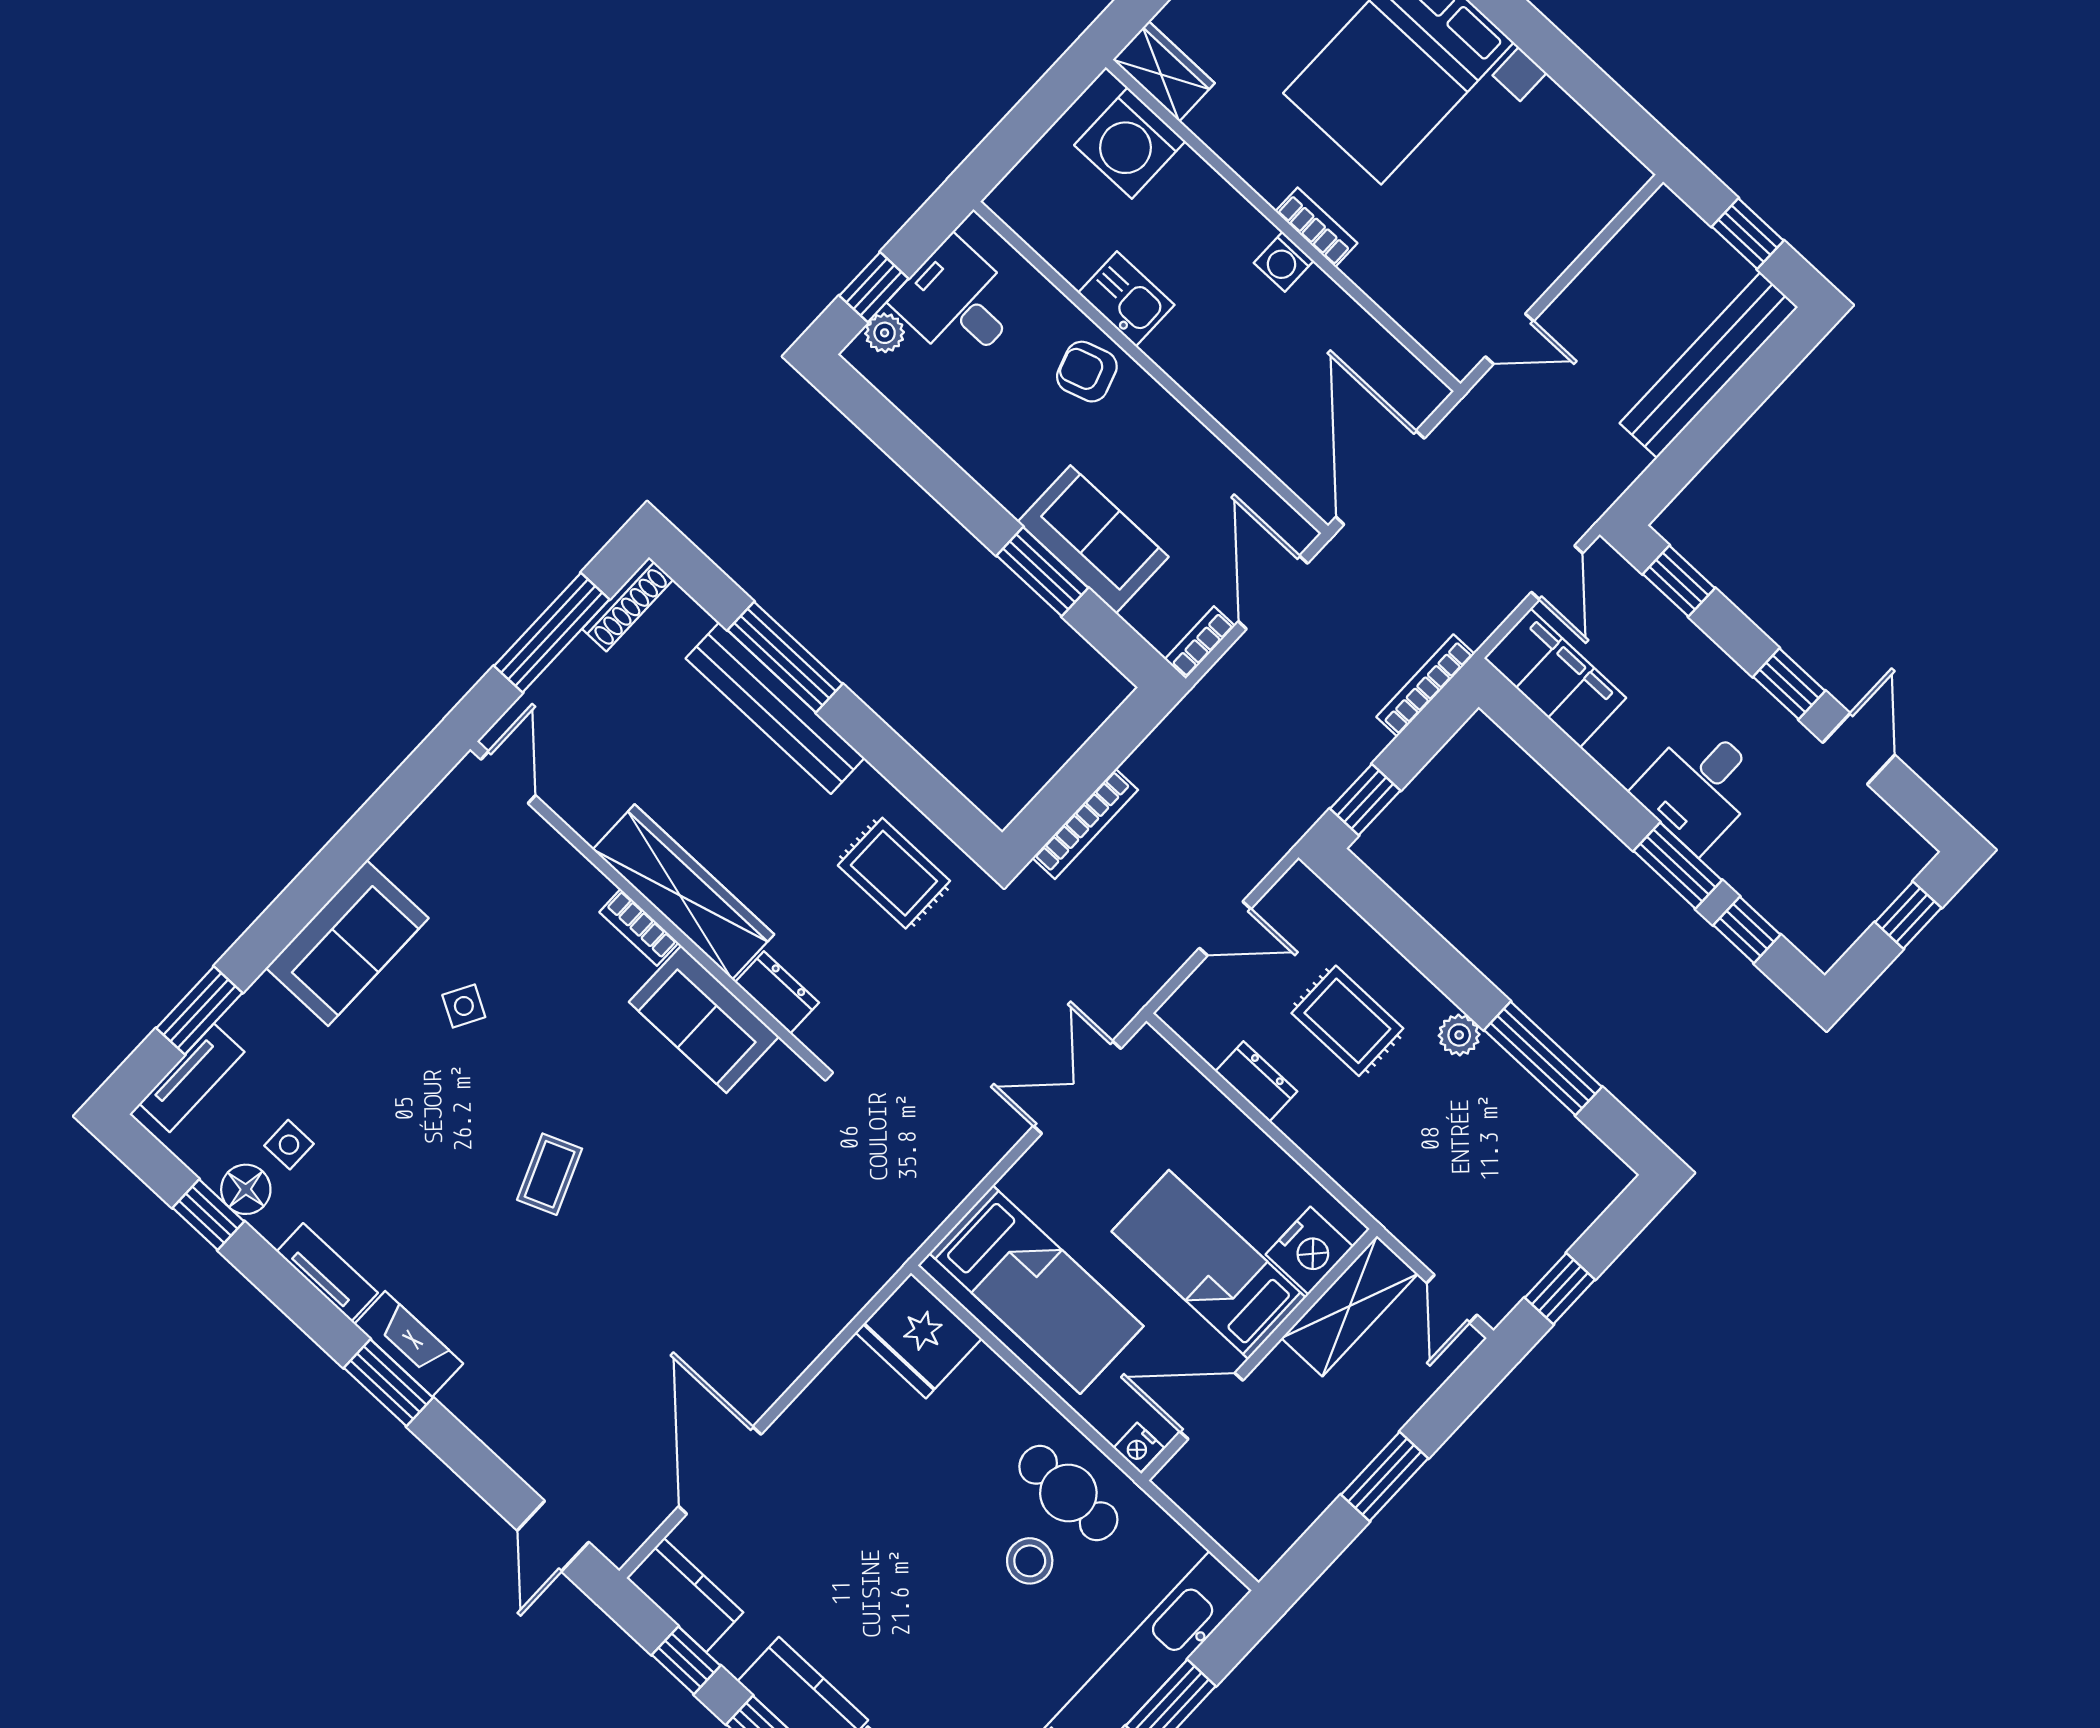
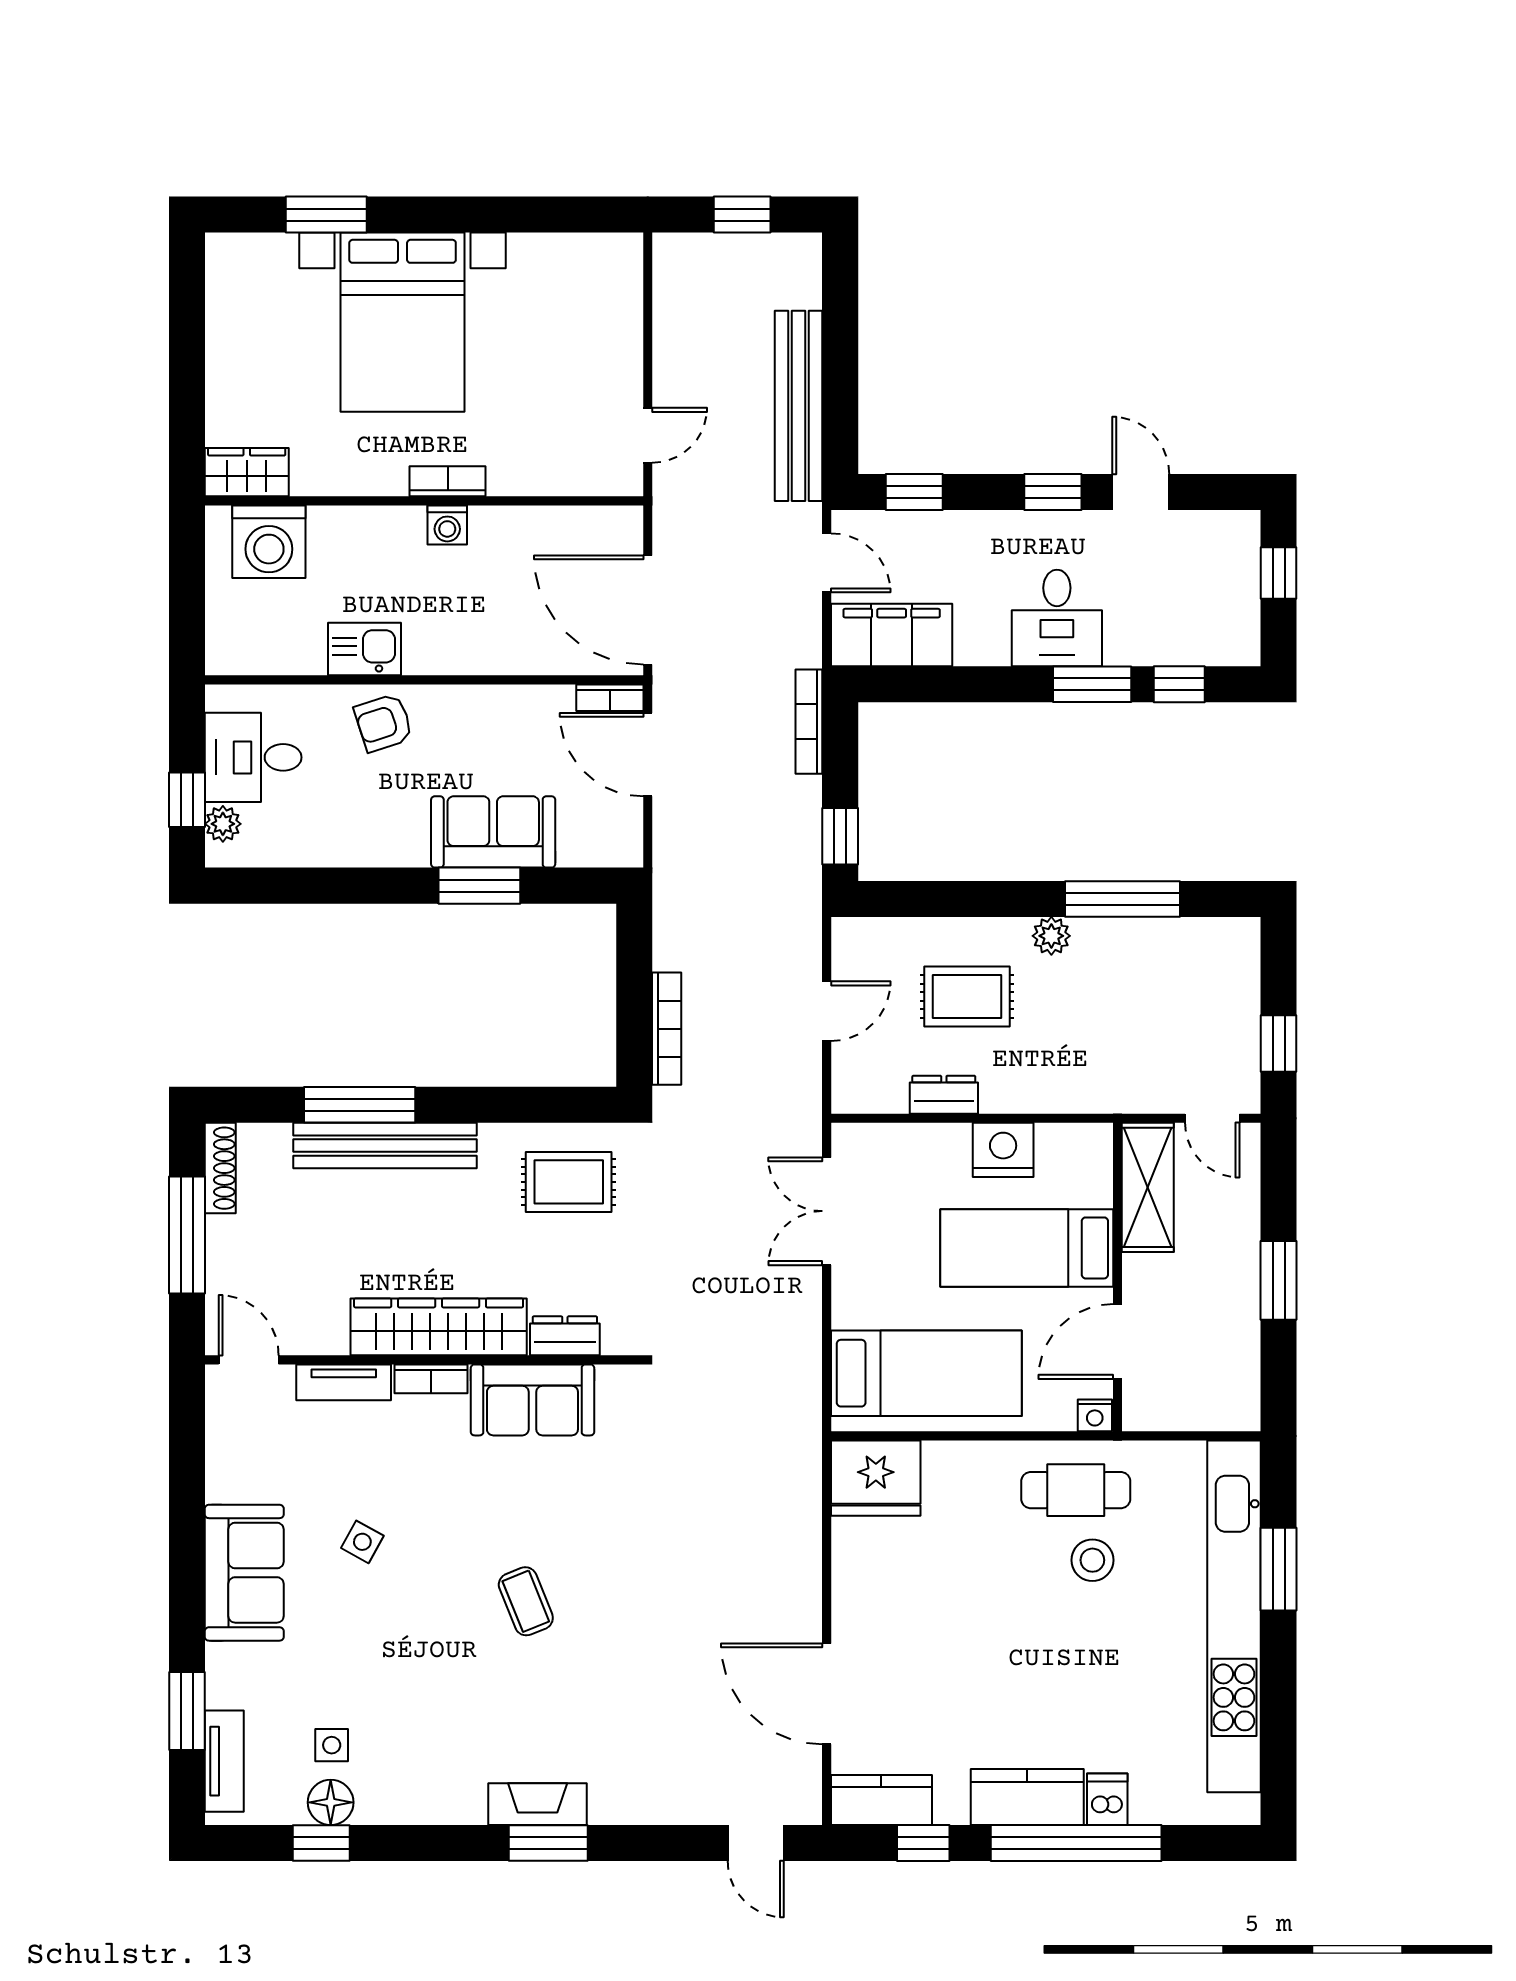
bench: (1709, 365) -> (799, 406), moved
bookcase: (1200, 642) -> (610, 698), moved, turned -90
nightstand: (1309, 1251) -> (1003, 1150), moved, turned -90
tv unit: (327, 1272) -> (344, 1382), moved, turned 180

